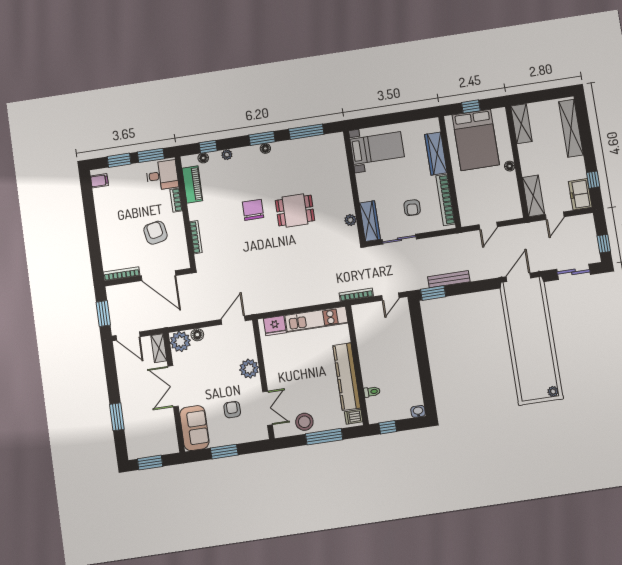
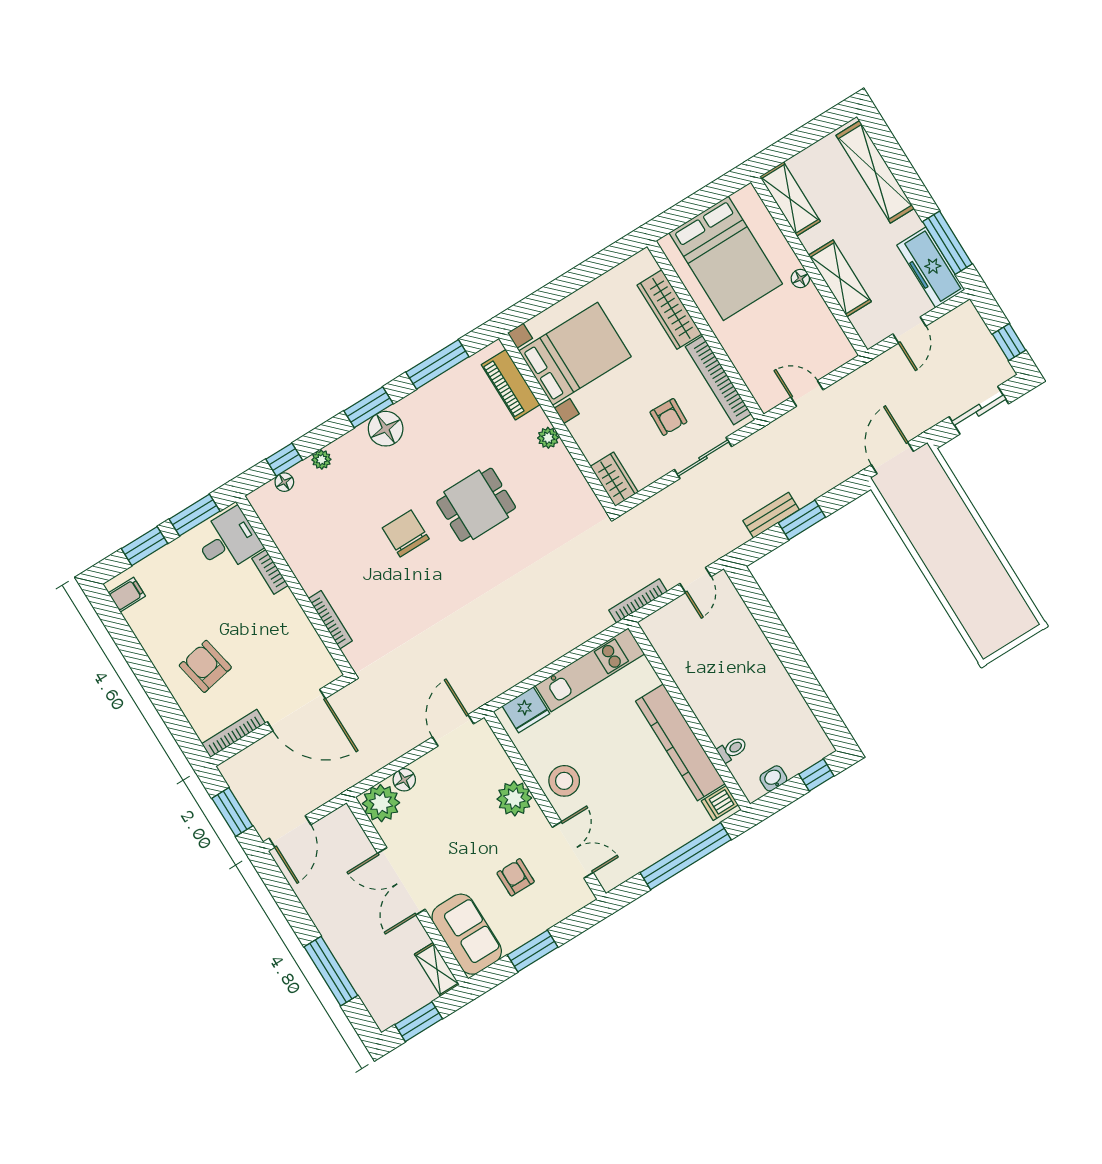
window: (471, 107) -> (694, 206), removed
floor lamp: (265, 148) -> (386, 429), width x1.89, depth x1.89
bed with nightstands: (377, 148) -> (575, 354), width x1.36
window: (593, 180) -> (947, 243), width x2.17
piano: (192, 184) -> (511, 385), moved, turned 180
freezer: (580, 194) -> (931, 267), width x1.40
shelving: (533, 196) -> (840, 278), moved
plant: (350, 220) -> (548, 438), moved
wardrobe: (370, 221) -> (614, 479), width x0.67
door: (488, 226) -> (807, 394), swing flipped
armchair: (155, 233) -> (205, 666), moved
sliding door: (399, 239) -> (703, 458), moved
bench: (449, 279) -> (771, 515), width x0.73
window: (433, 293) -> (802, 520), moved
door: (128, 336) -> (290, 831), hinge flipped
shelving: (159, 348) -> (437, 969), moved
plant: (553, 391) -> (1027, 621), removed
washbasin: (418, 411) -> (773, 778), moved
window: (117, 417) -> (331, 971), width x1.44
stool: (304, 422) -> (564, 781), moved
window: (388, 427) -> (816, 775), moved
window: (324, 437) -> (686, 856), width x1.46

